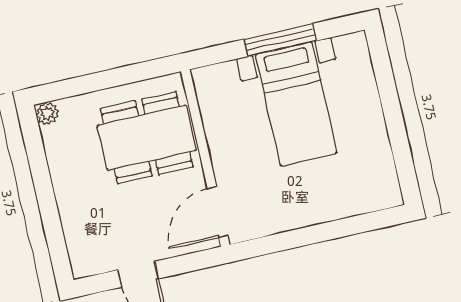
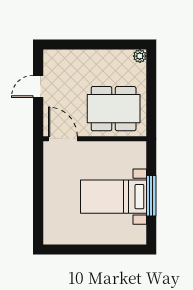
dining table: (147, 138) -> (114, 109), turned 90

